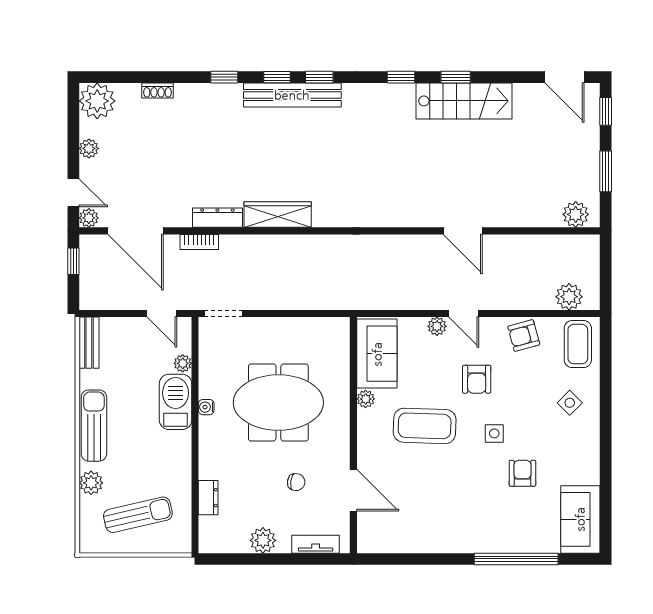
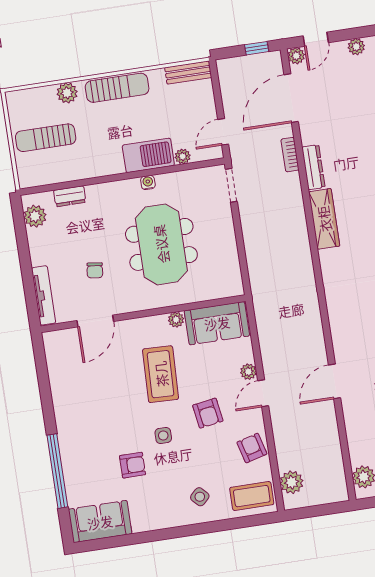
armchair: (477, 379) -> (208, 413), turned -99
sun lounger: (138, 515) -> (46, 138), turned 103
plant: (263, 540) -> (35, 216), moved
tv unit: (316, 544) -> (44, 295), width x1.41

